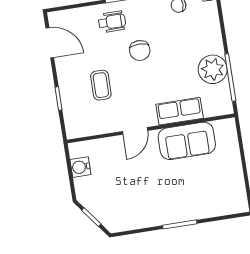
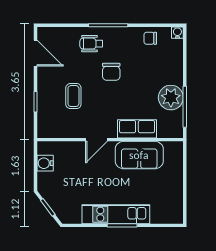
wheelchair: (112, 22) -> (91, 44), turned 180
kitchen unit: (171, 213) -> (116, 214), added

